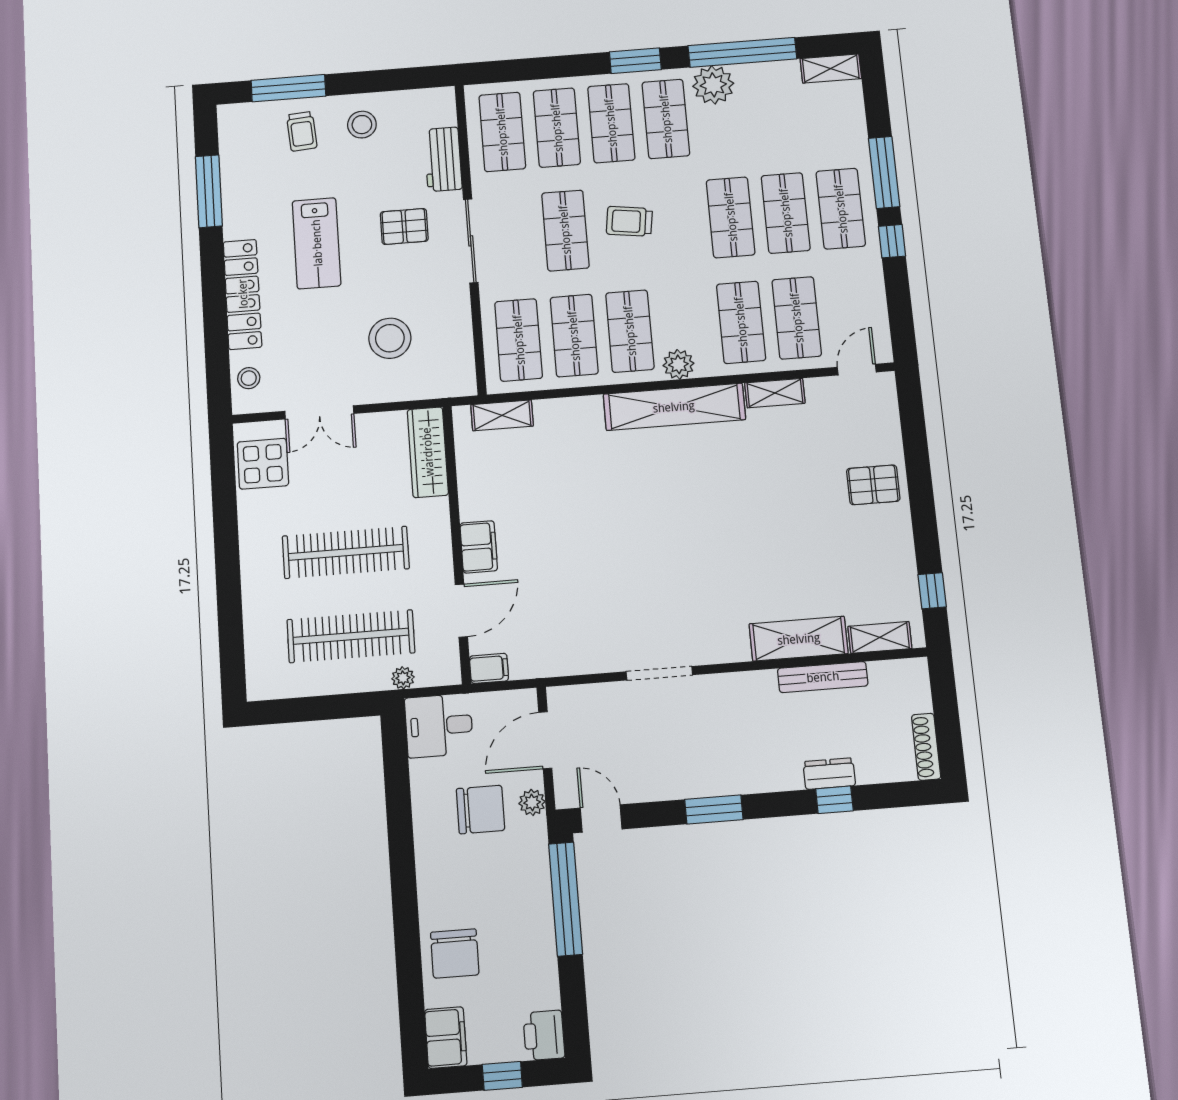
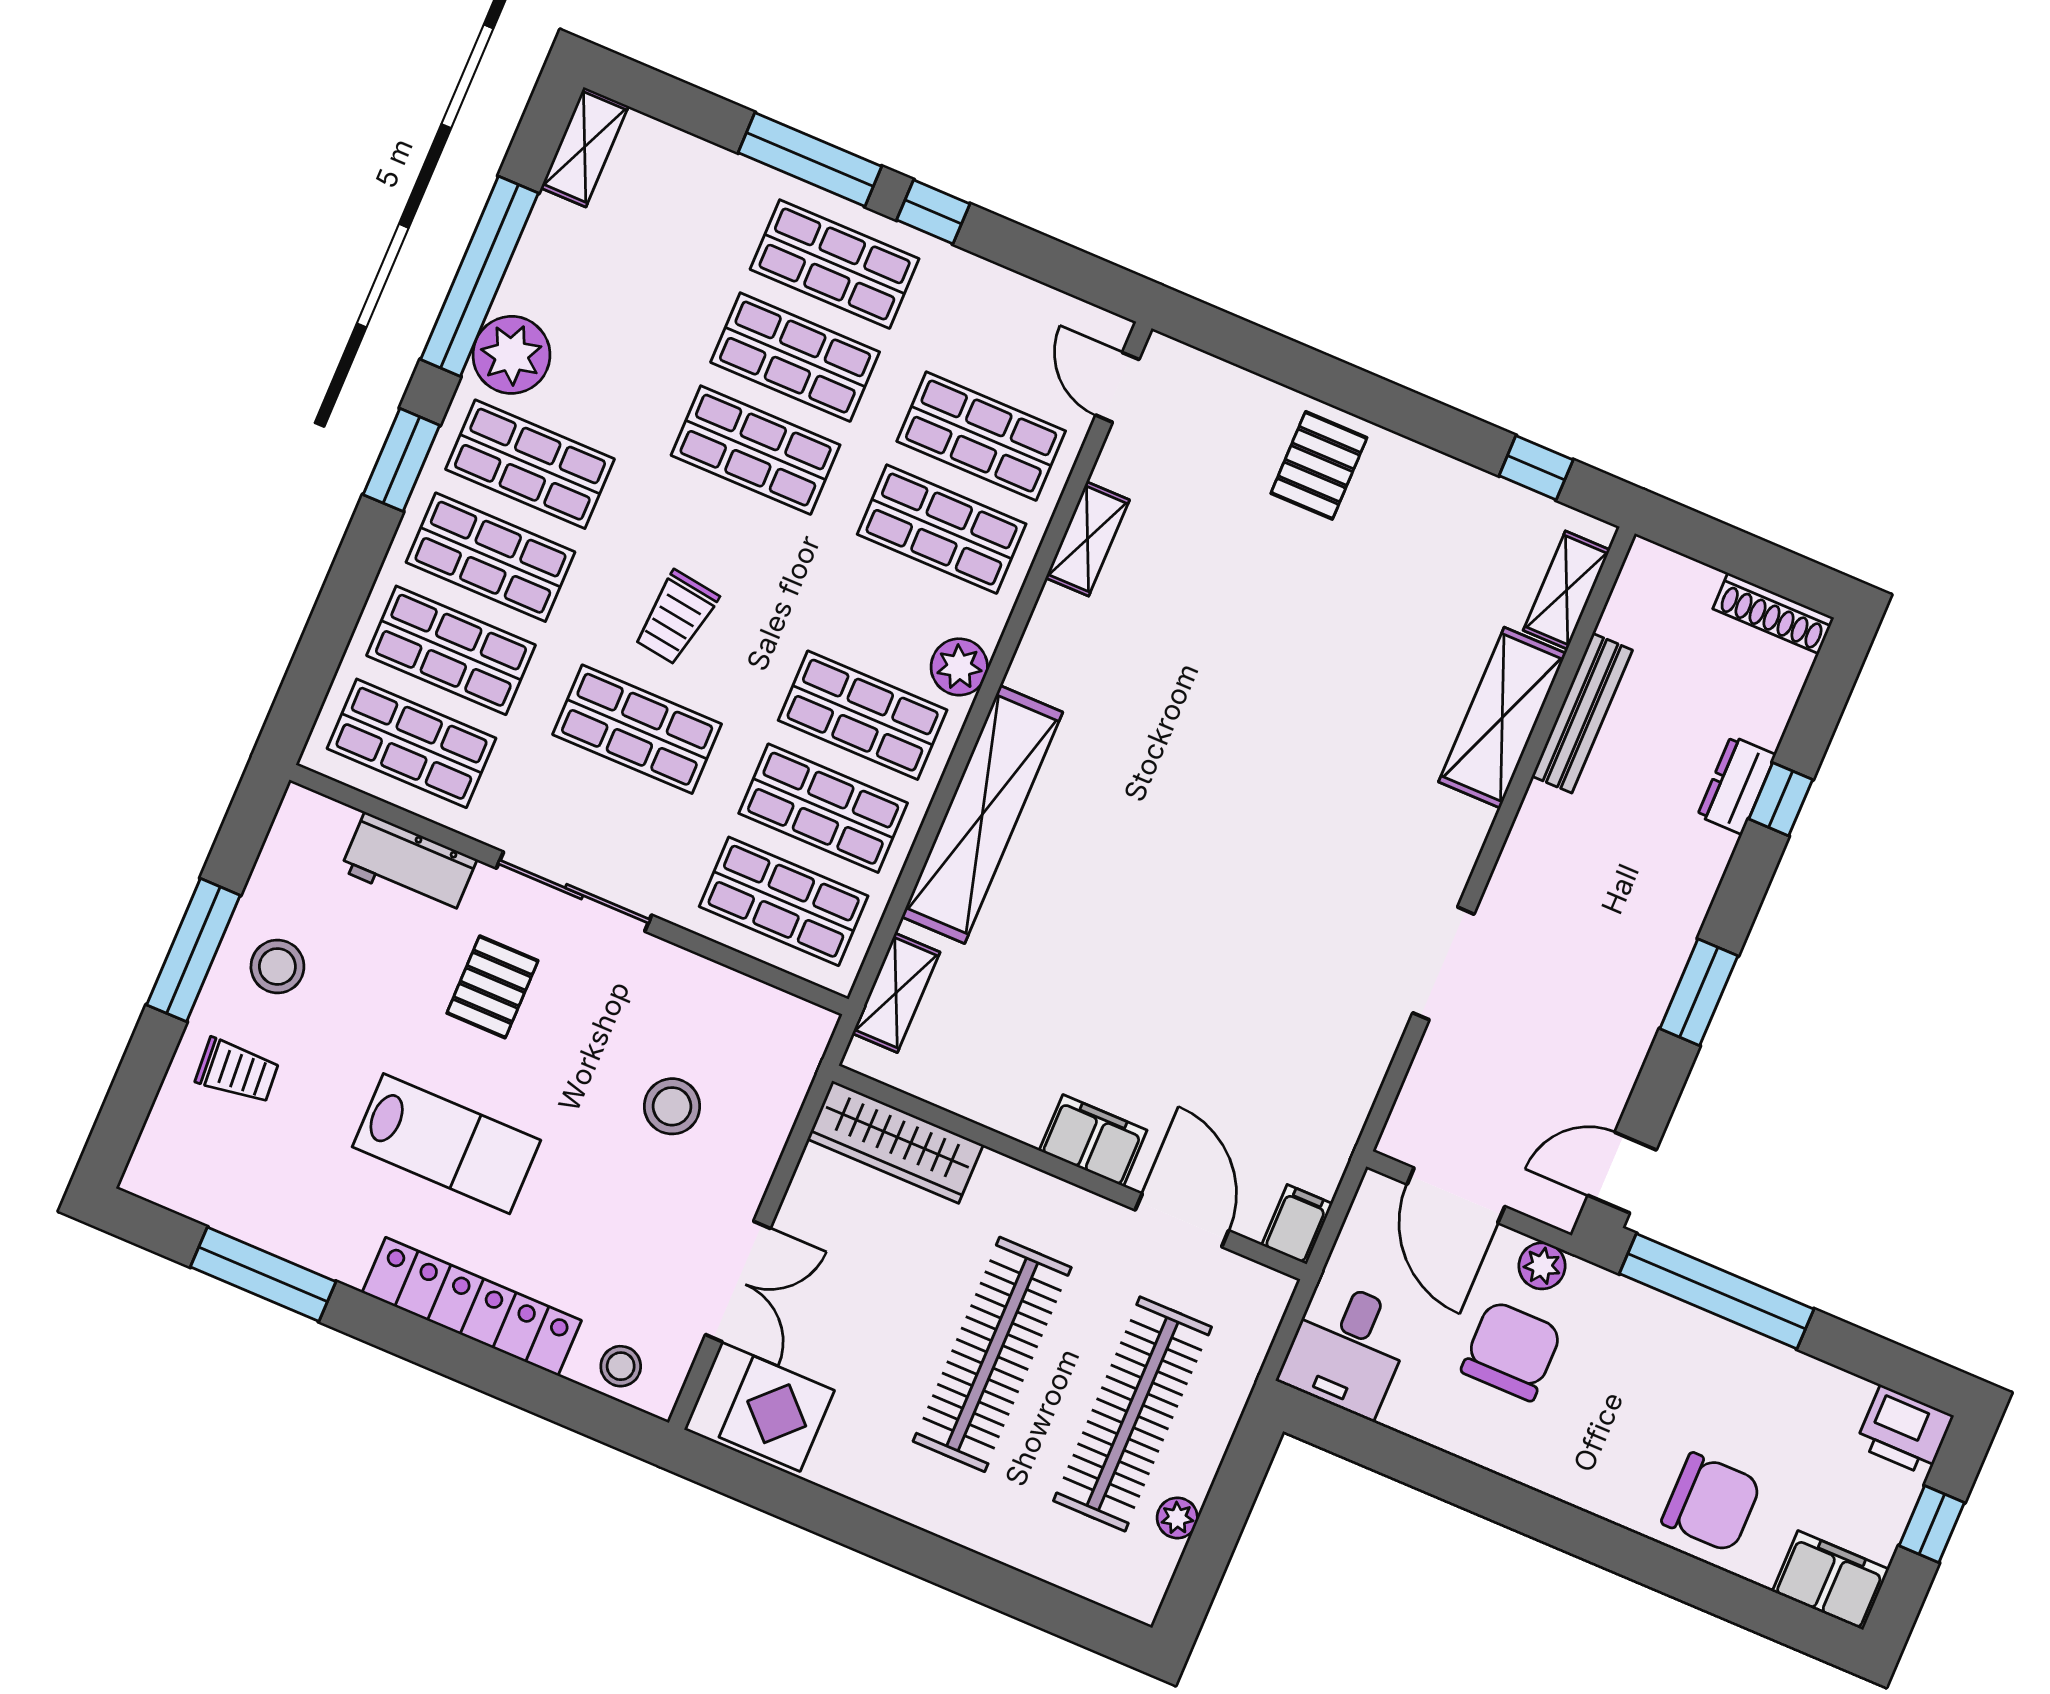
window: (288, 88) -> (193, 950), moved
stool: (390, 338) -> (672, 1106), width x0.73, depth x0.73
shelving: (674, 407) -> (982, 814), moved
plant: (403, 678) -> (1177, 1518), moved

